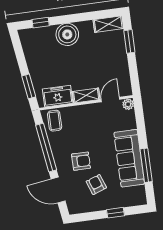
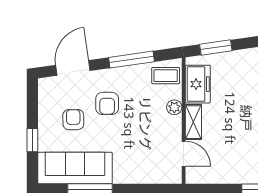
plant: (128, 104) -> (174, 107), moved
window: (46, 148) -> (131, 60), width x0.68
sofa: (129, 158) -> (75, 168), moved
armchair: (96, 185) -> (73, 120), turned -71

